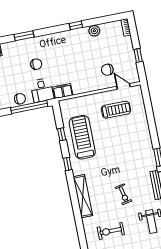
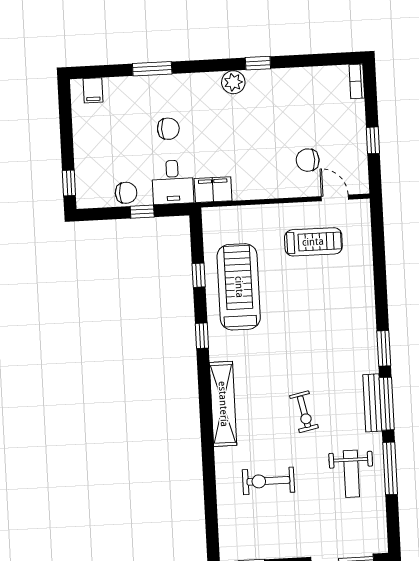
plant: (94, 31) -> (233, 82), moved
window: (29, 107) -> (142, 212), width x0.32

